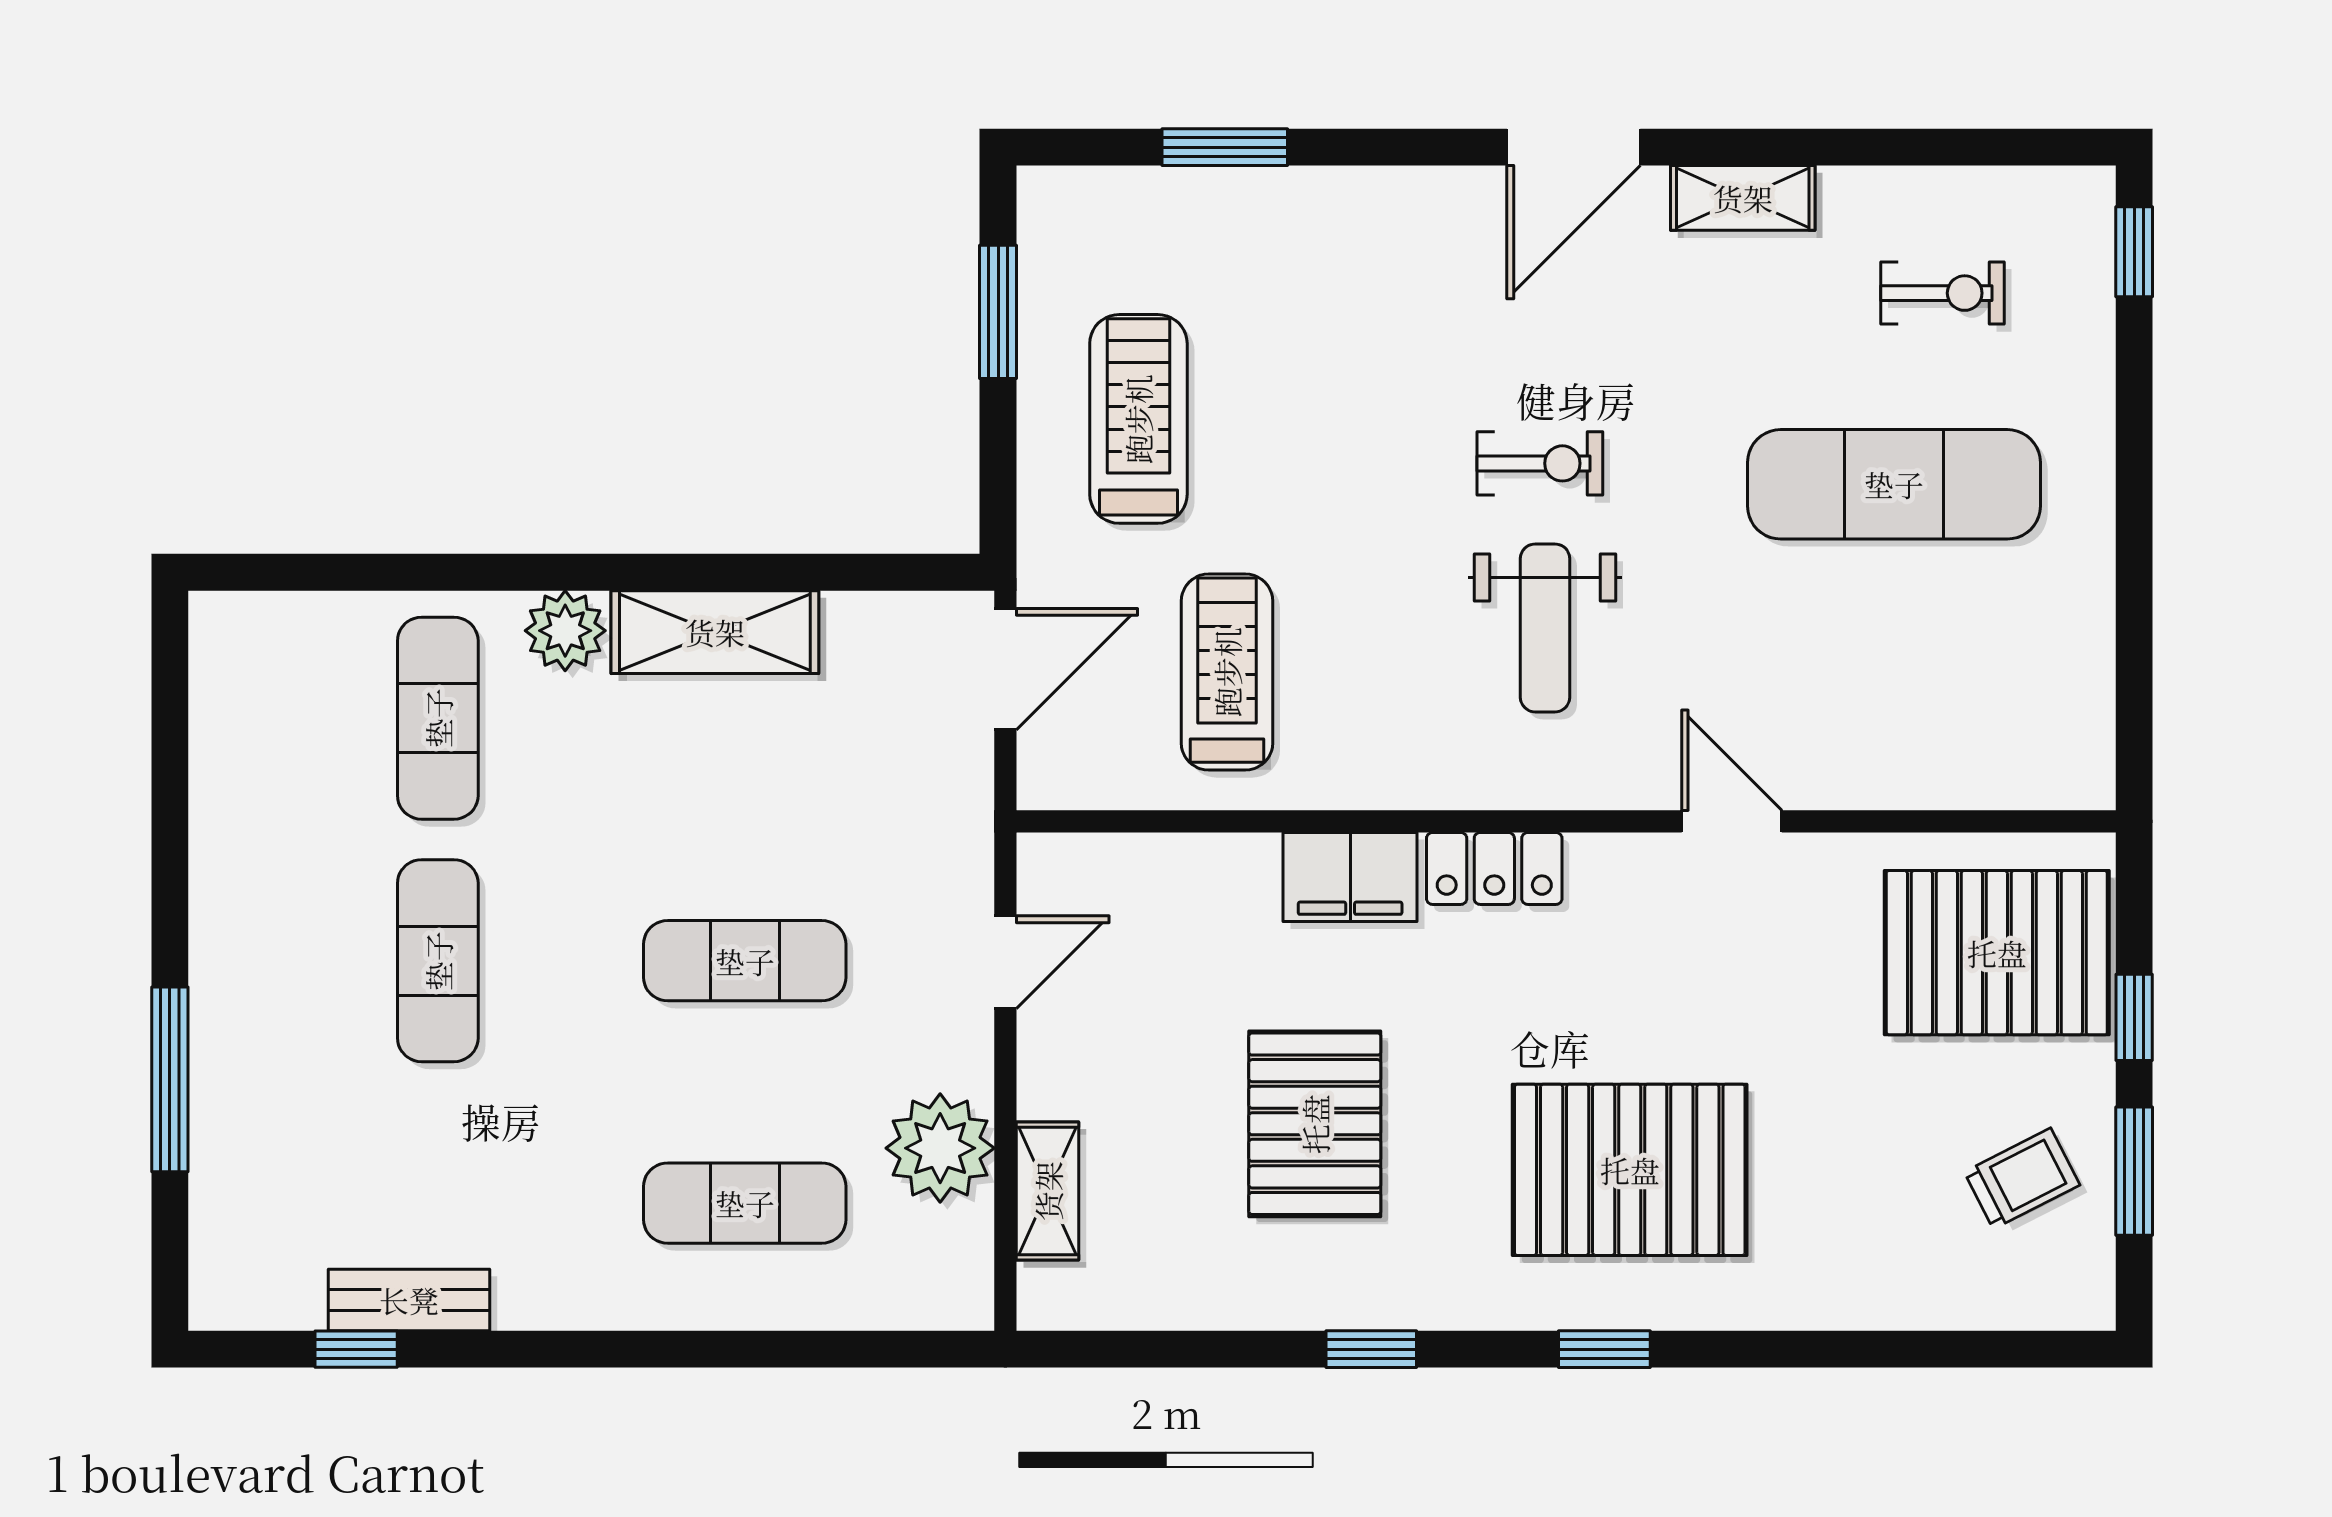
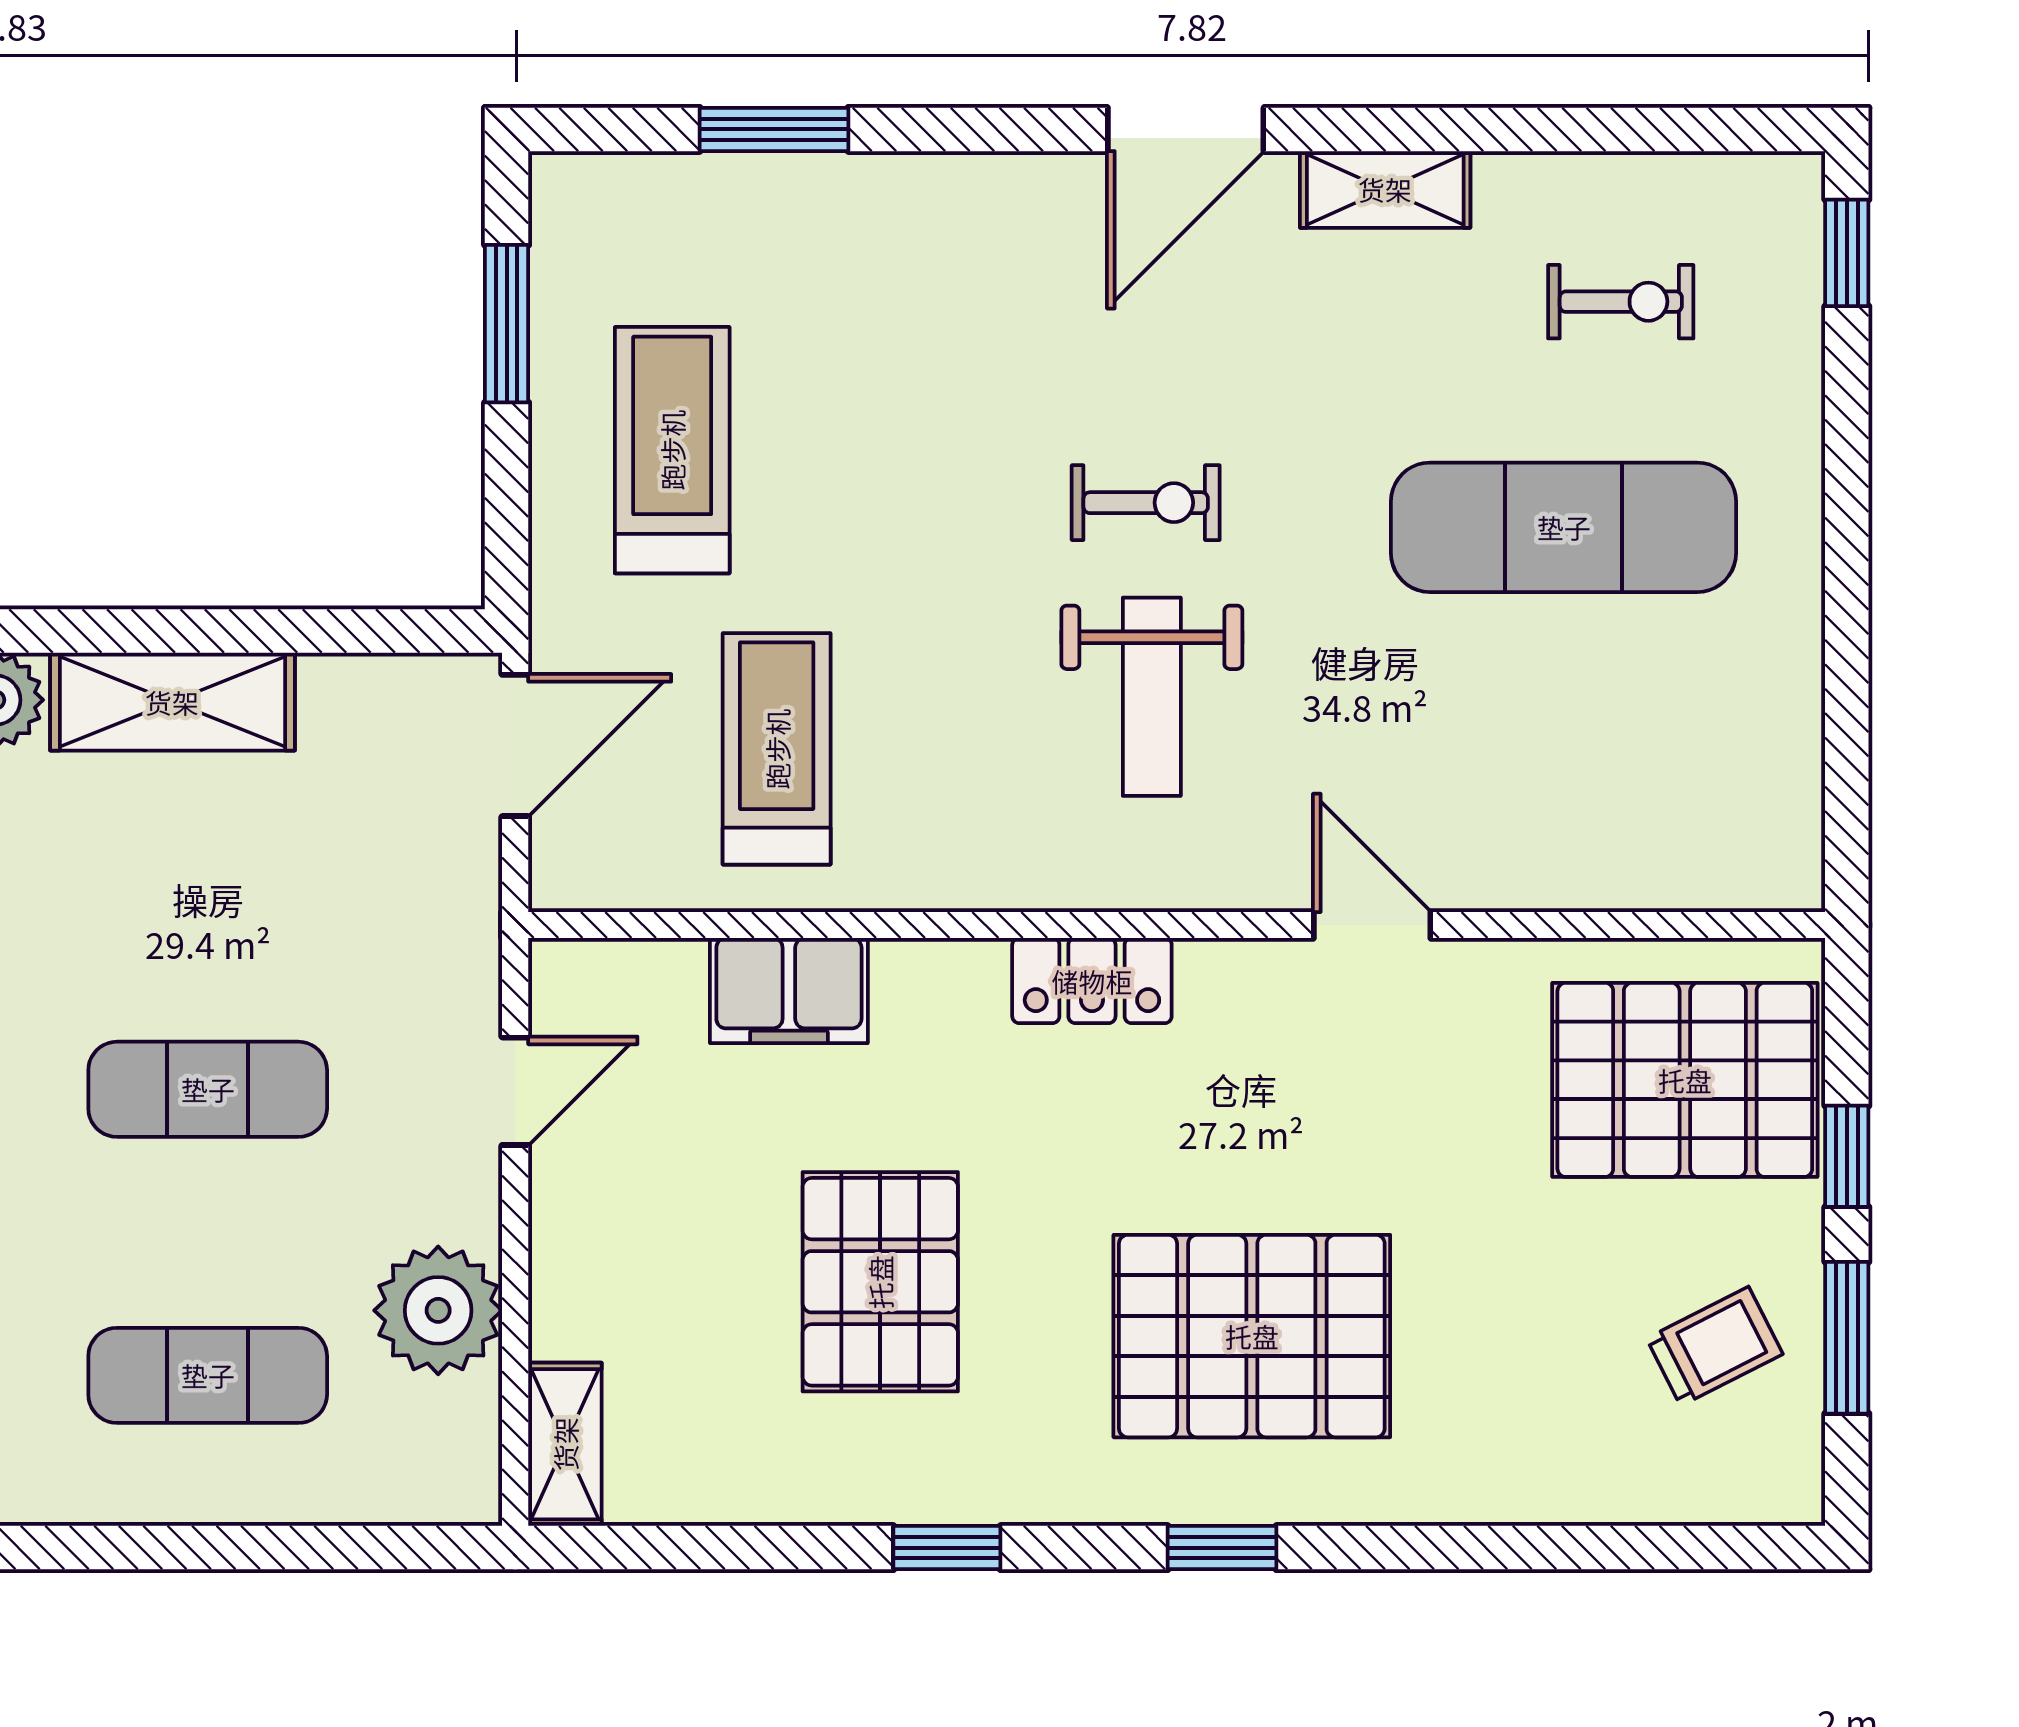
filing cabinet: (1350, 877) -> (789, 991), moved
shelving: (1048, 1191) -> (565, 1444), moved

